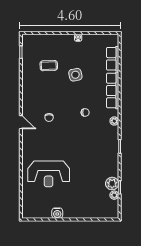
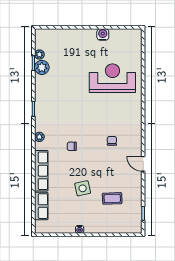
door: (21, 122) -> (143, 164), moved

